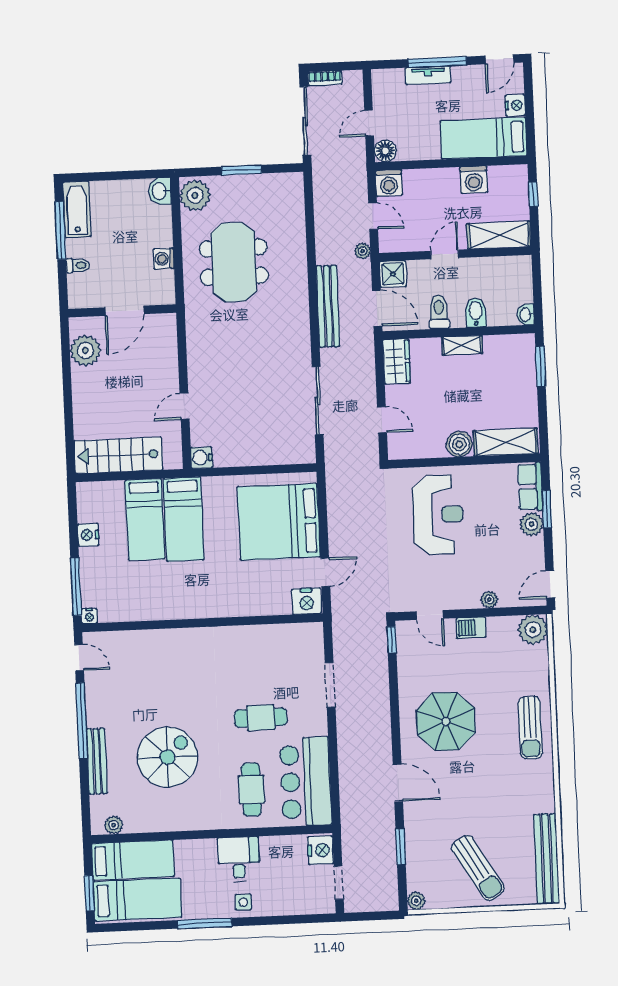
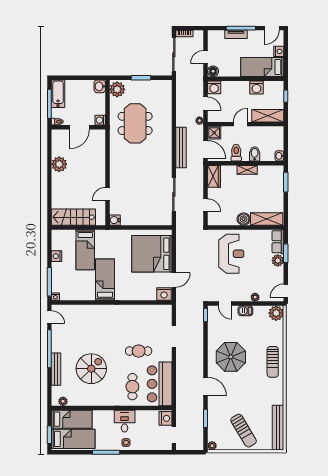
wall: (122, 311) -> (78, 127), moved
door: (124, 311) -> (80, 127), moved
bed: (184, 519) -> (105, 280), moved, turned 180

